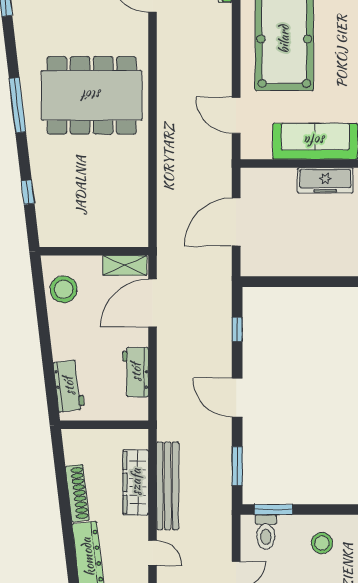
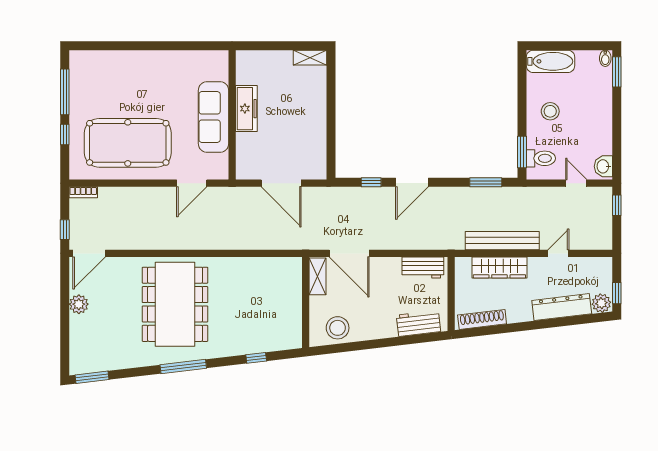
workbench: (136, 372) -> (423, 267), moved
door: (237, 398) -> (412, 182), moved
shoe rack: (77, 493) -> (482, 319), moved

